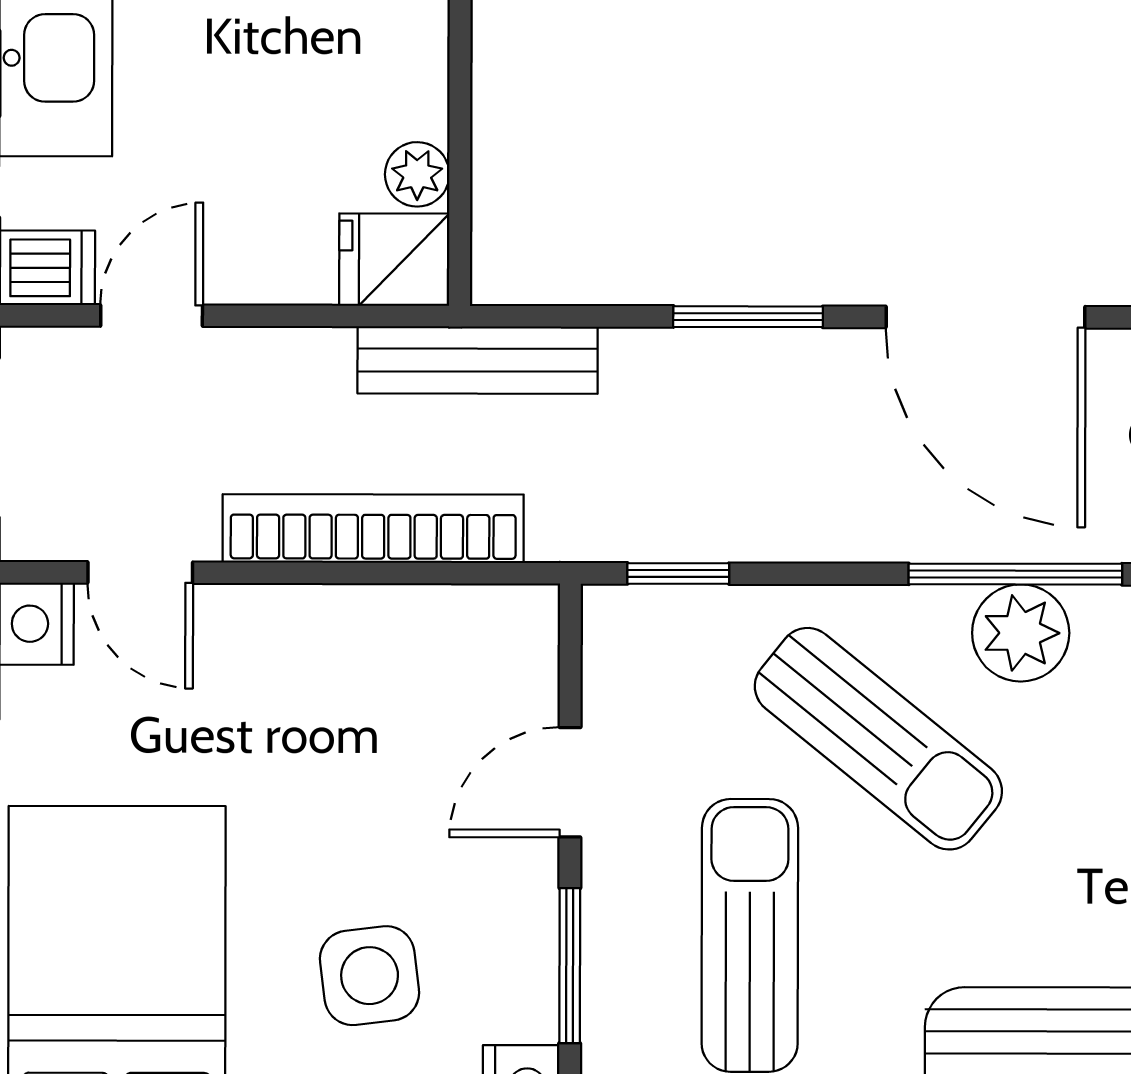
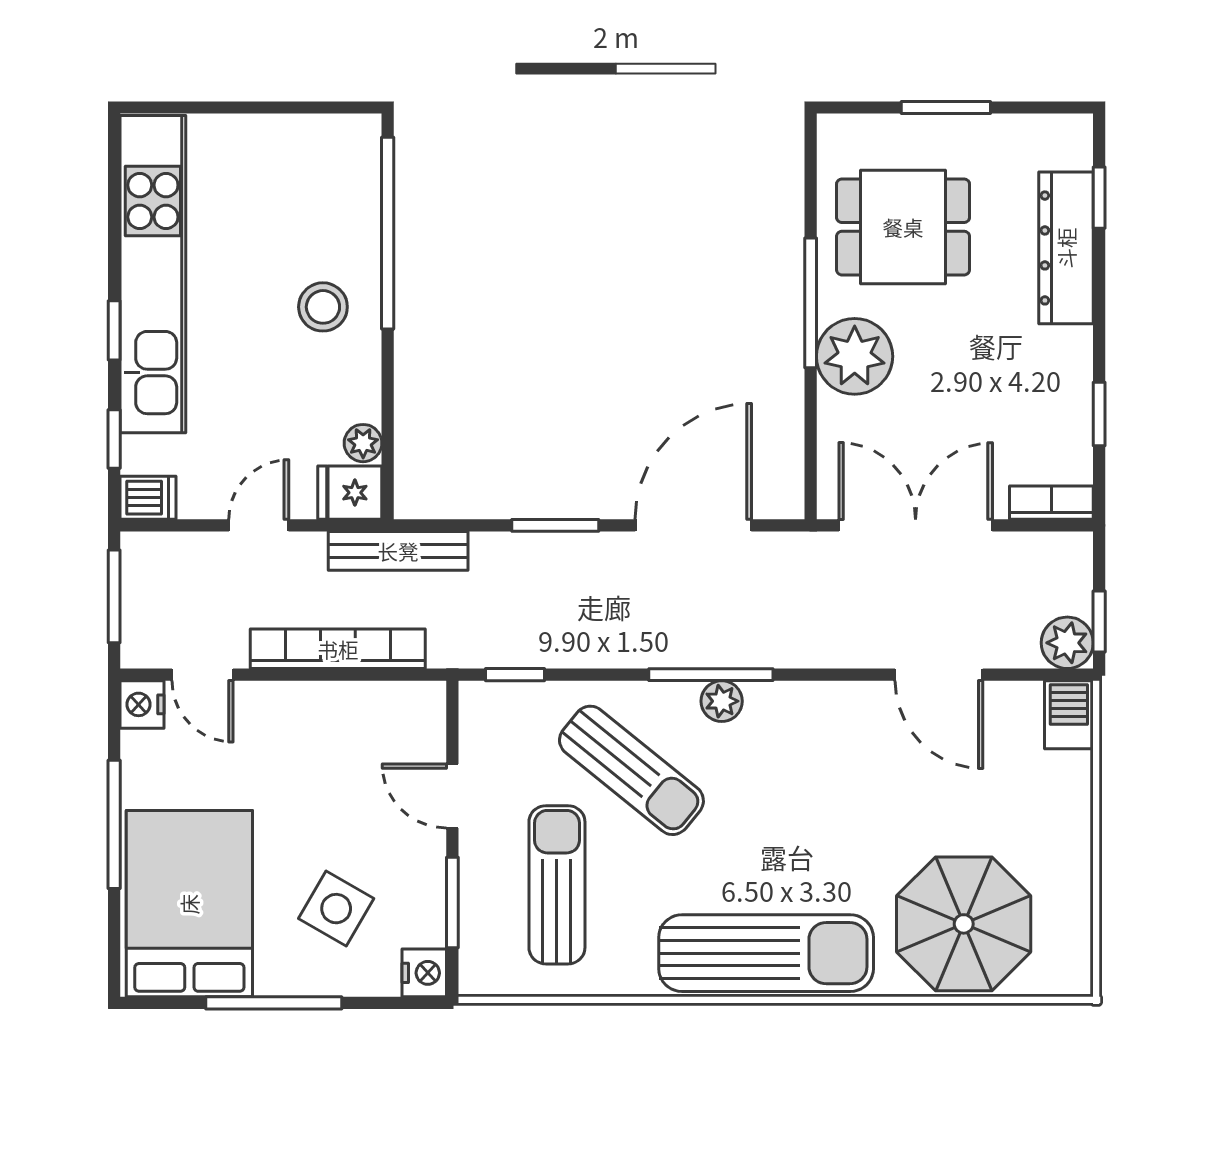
door: (152, 316) -> (259, 525), moved
door: (986, 317) -> (693, 525), swing flipped
plant: (1021, 633) -> (722, 701), width x0.73, depth x0.73
door: (570, 782) -> (452, 796), hinge flipped
side table: (370, 976) -> (336, 909), turned 37

